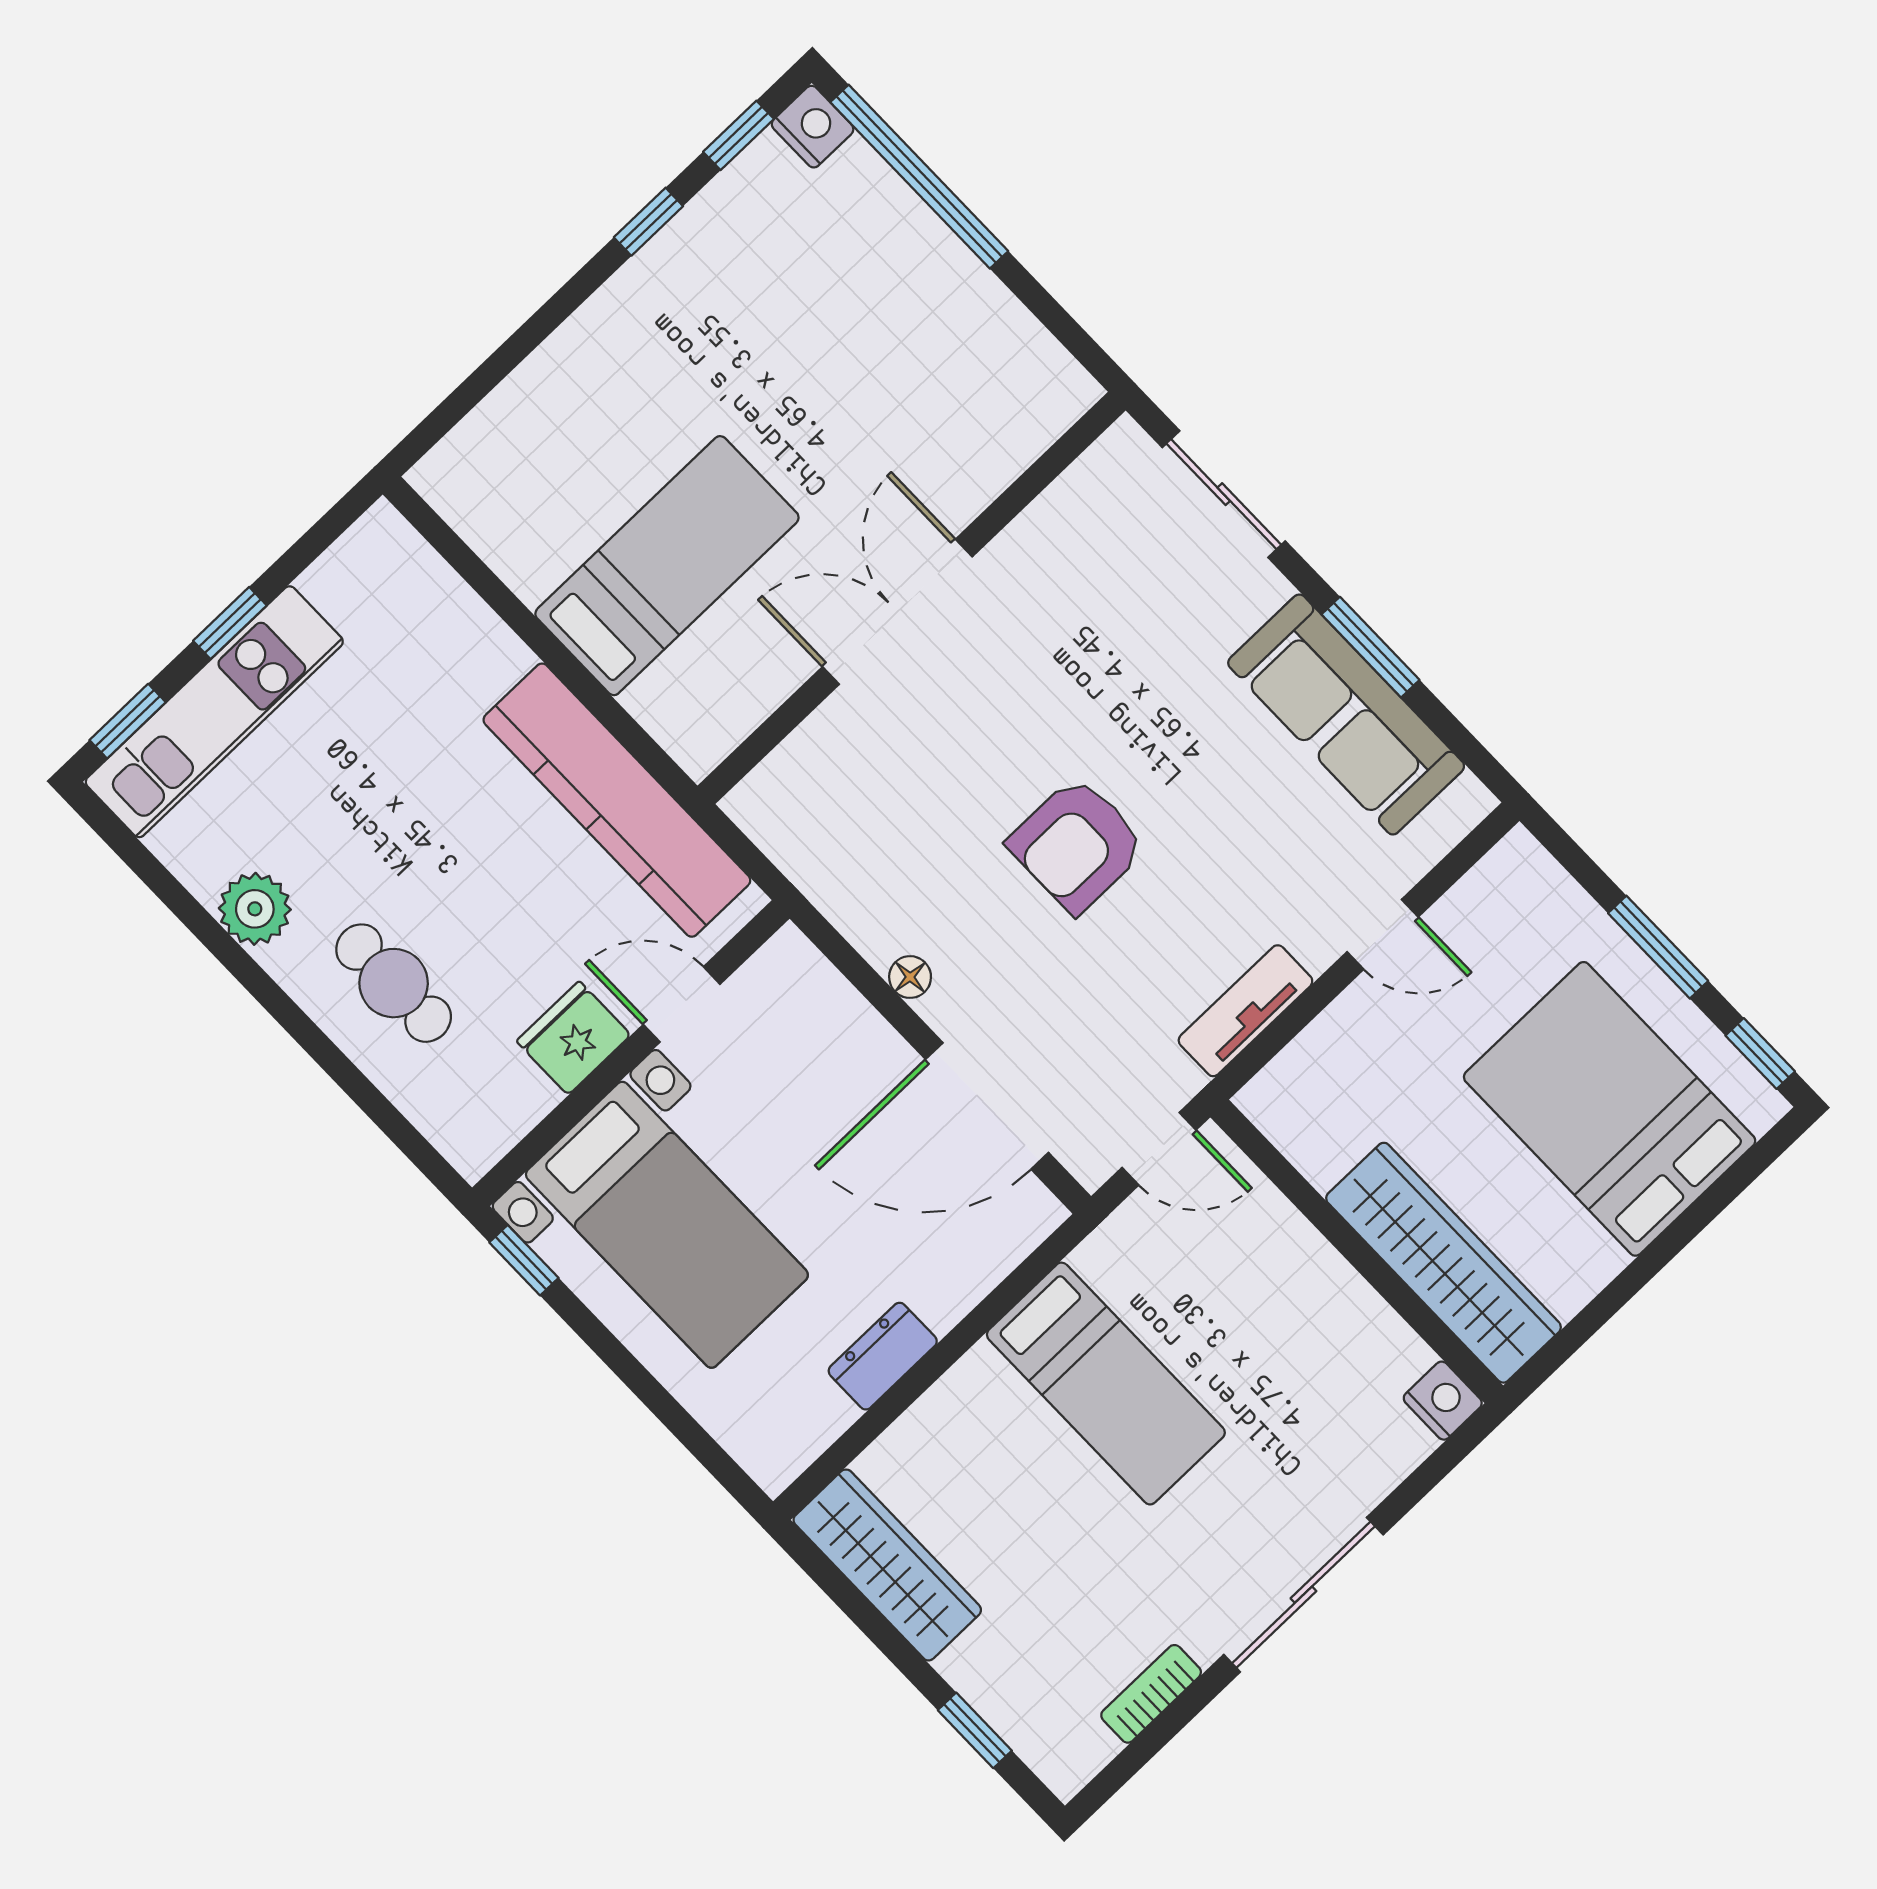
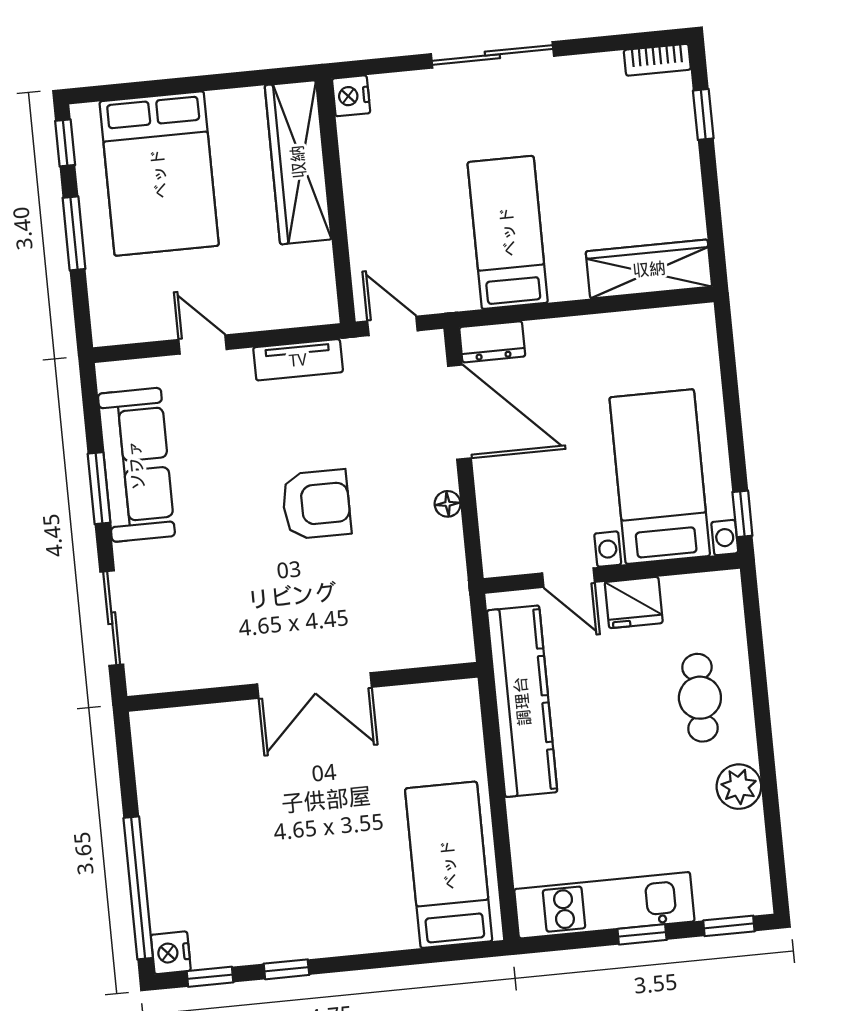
bed: (667, 566) -> (449, 865), moved, turned 90
kitchen unit: (214, 712) -> (604, 905), moved
dresser: (883, 1356) -> (492, 342), moved
wardrobe: (887, 1565) -> (649, 269), moved, turned 90
bookcase: (1151, 1694) -> (657, 60), moved

